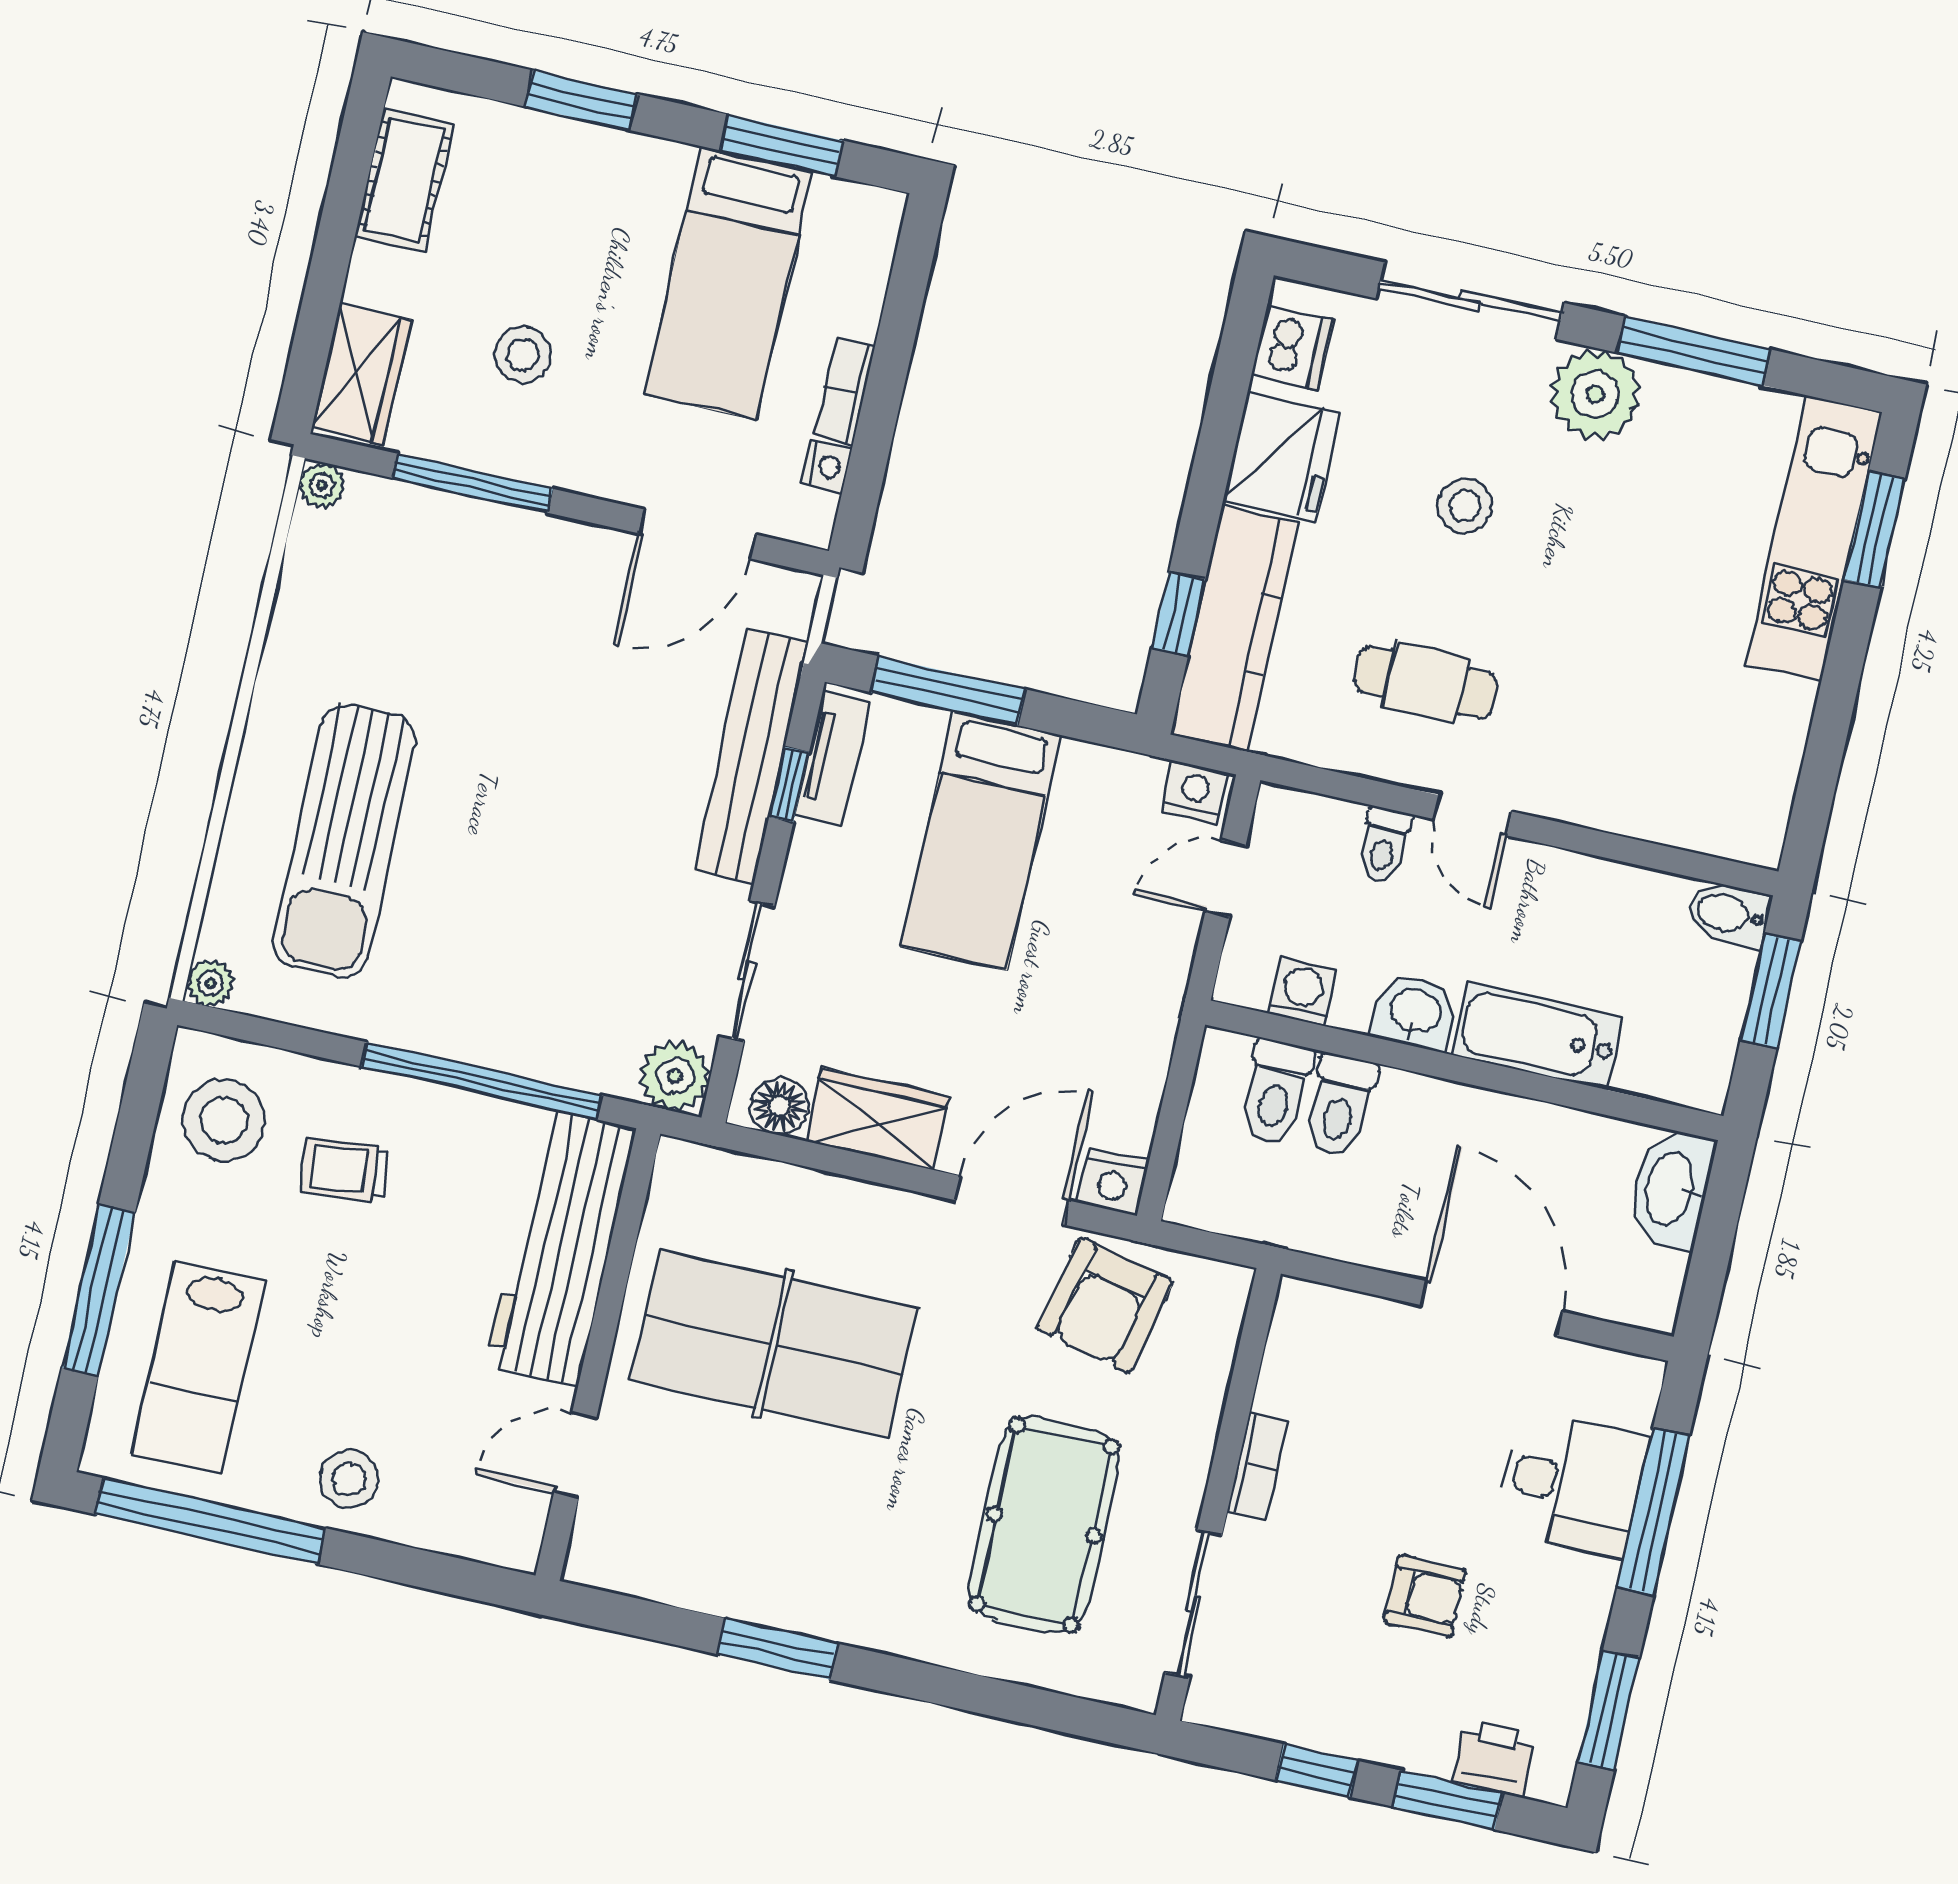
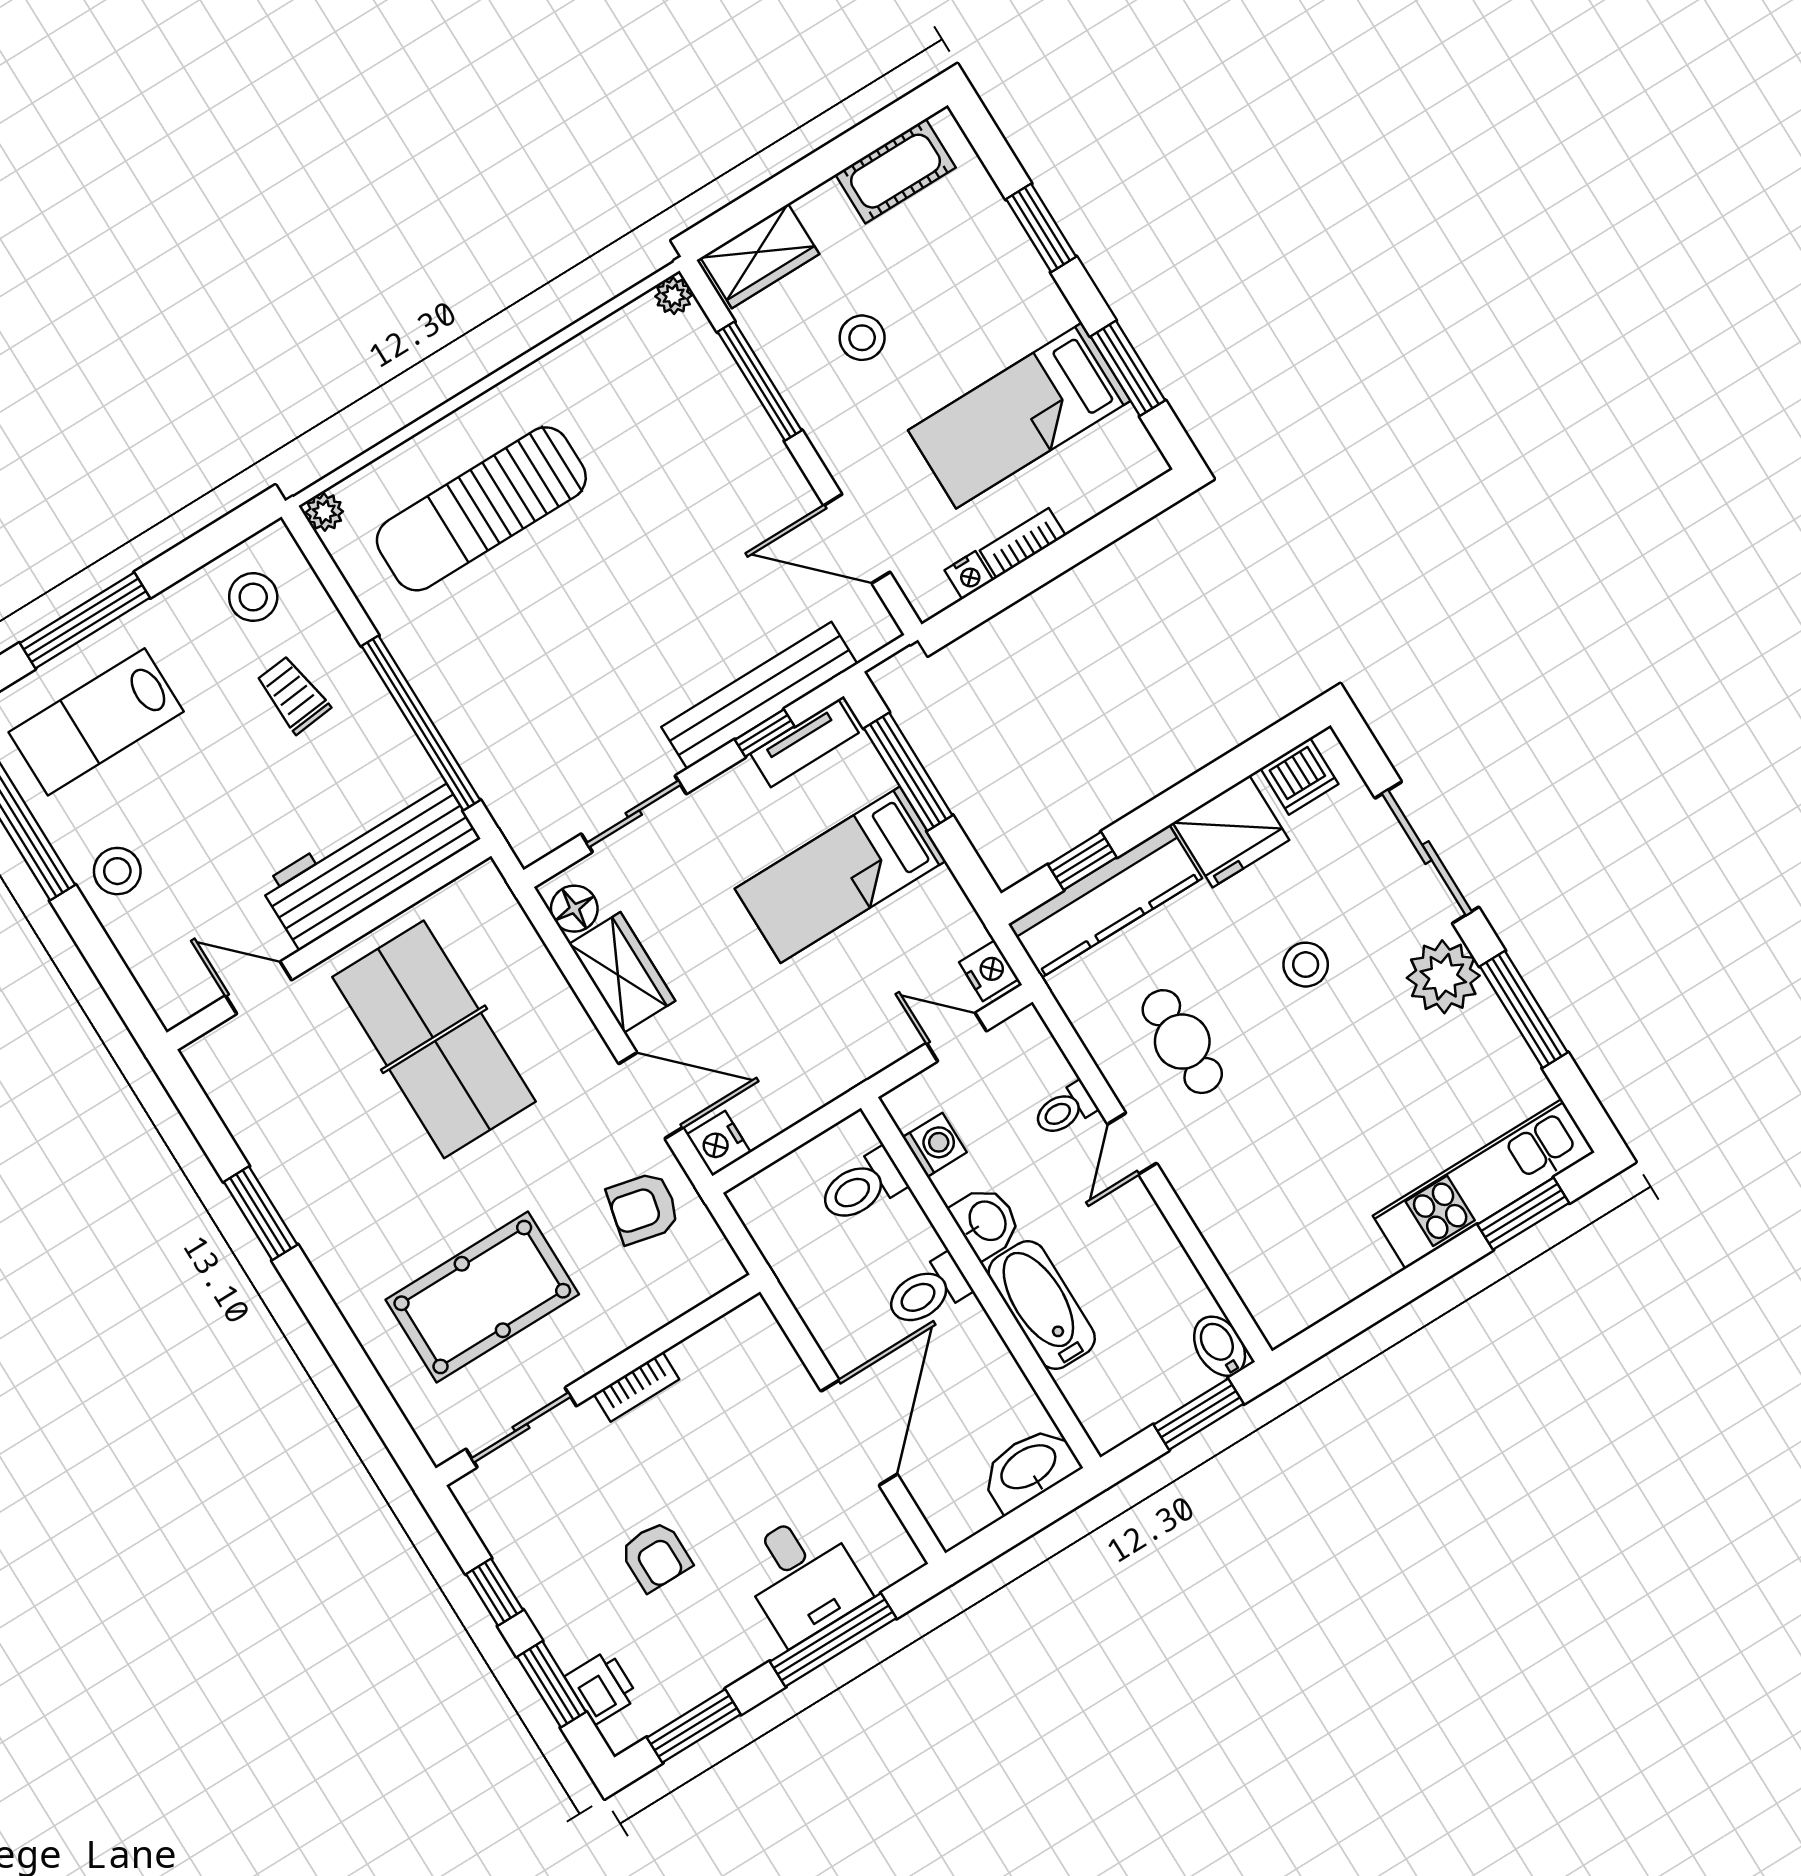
plant: (675, 1076) -> (533, 832), removed
toilet: (1340, 1106) -> (928, 1291), moved
stool: (224, 1120) -> (253, 597), width x0.73, depth x0.73
armchair: (1105, 1305) -> (643, 1208), width x0.72, depth x0.72

